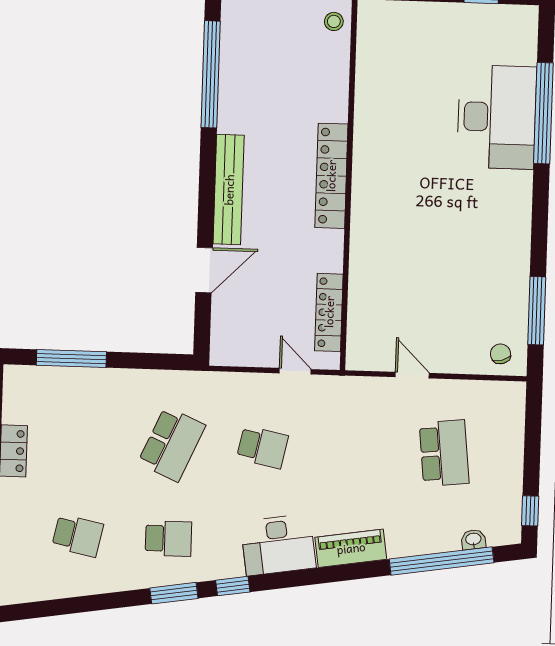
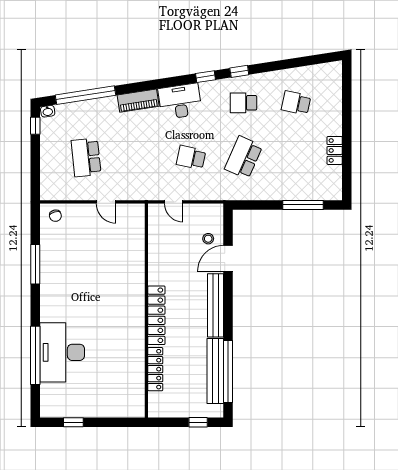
stool: (334, 21) -> (208, 239), moved
bench: (233, 76) -> (215, 371), added
window: (537, 311) -> (35, 264), moved
locker: (329, 312) -> (155, 369), moved
washbasin: (473, 540) -> (48, 111), moved
window: (174, 593) -> (239, 71), width x0.67

